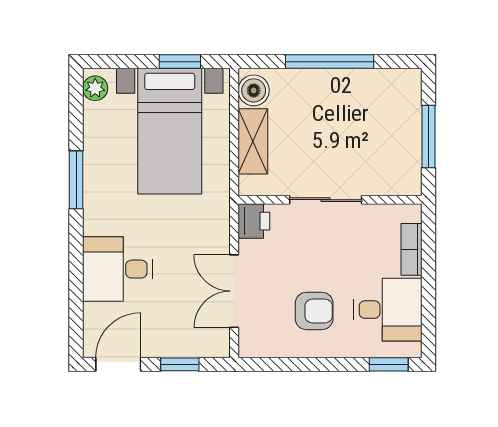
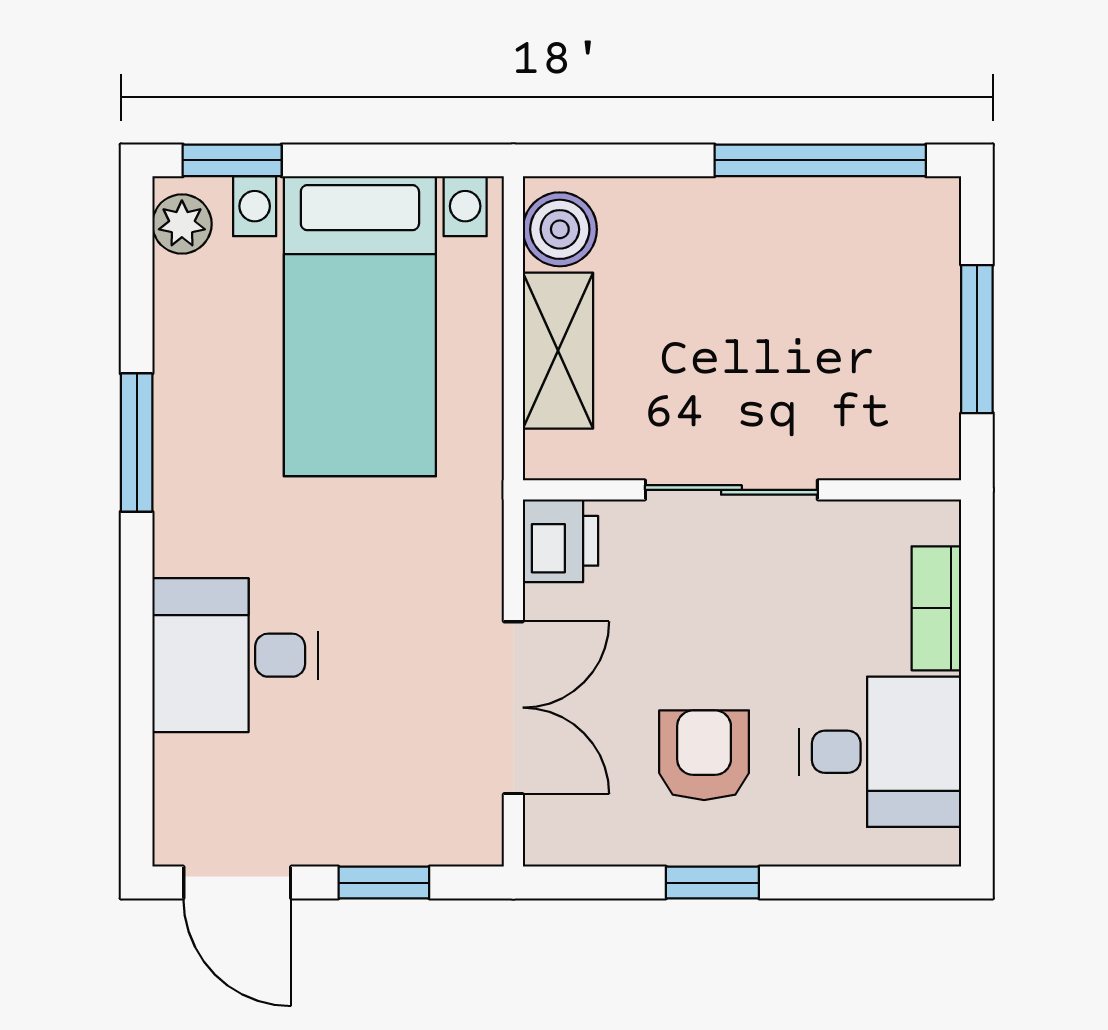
window: (180, 62) -> (232, 160), moved
window: (330, 62) -> (820, 160), moved
double door: (234, 291) -> (513, 708), swing flipped
armchair: (314, 311) -> (704, 755), turned -90
door: (118, 364) -> (237, 883), swing flipped
window: (389, 364) -> (712, 883), moved

